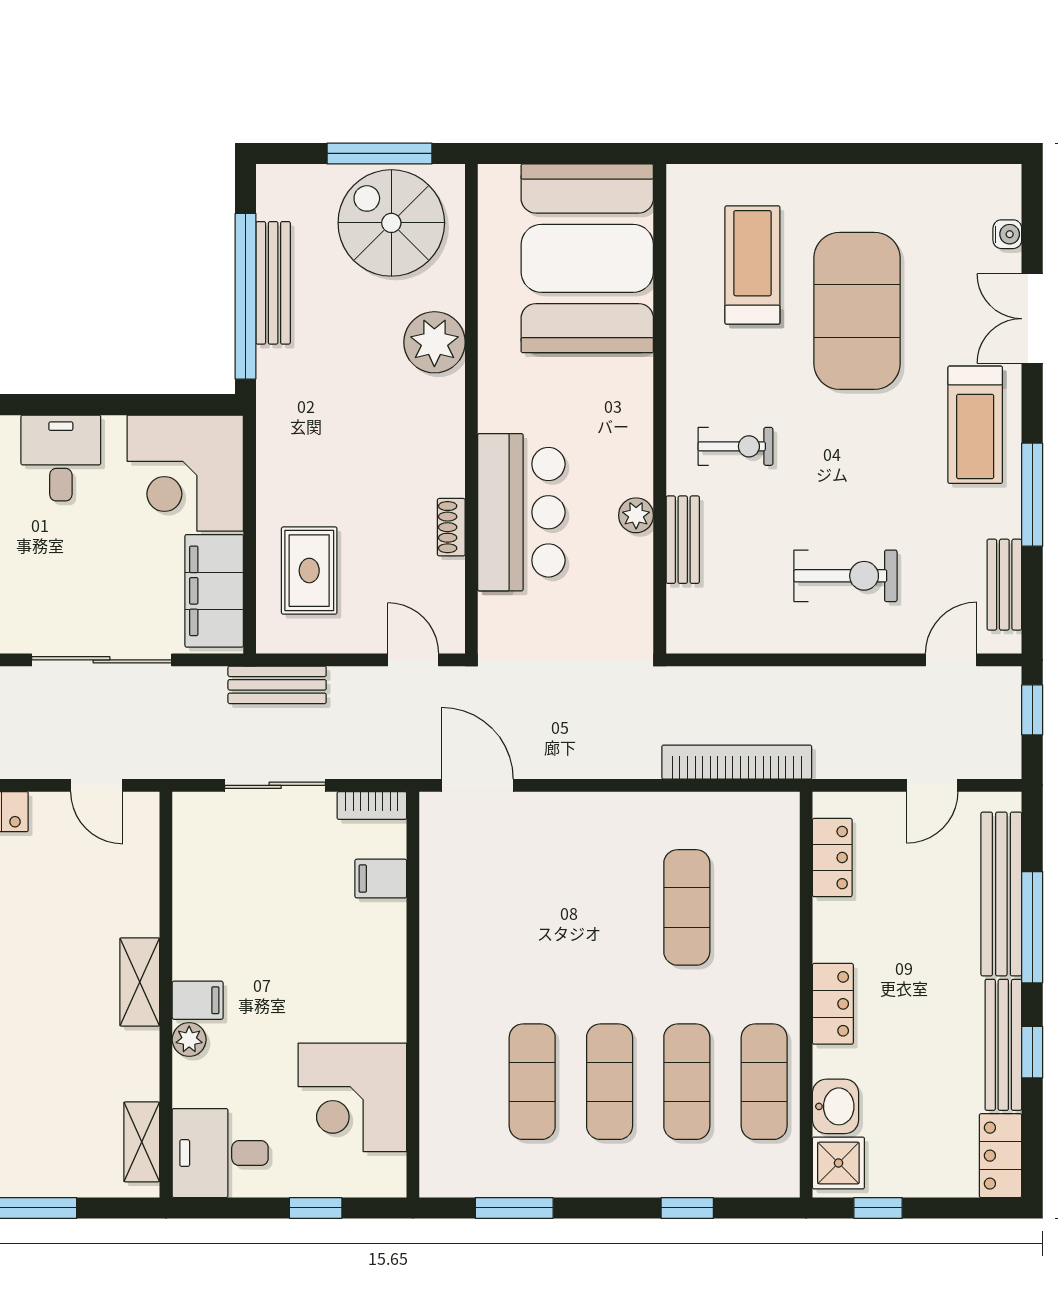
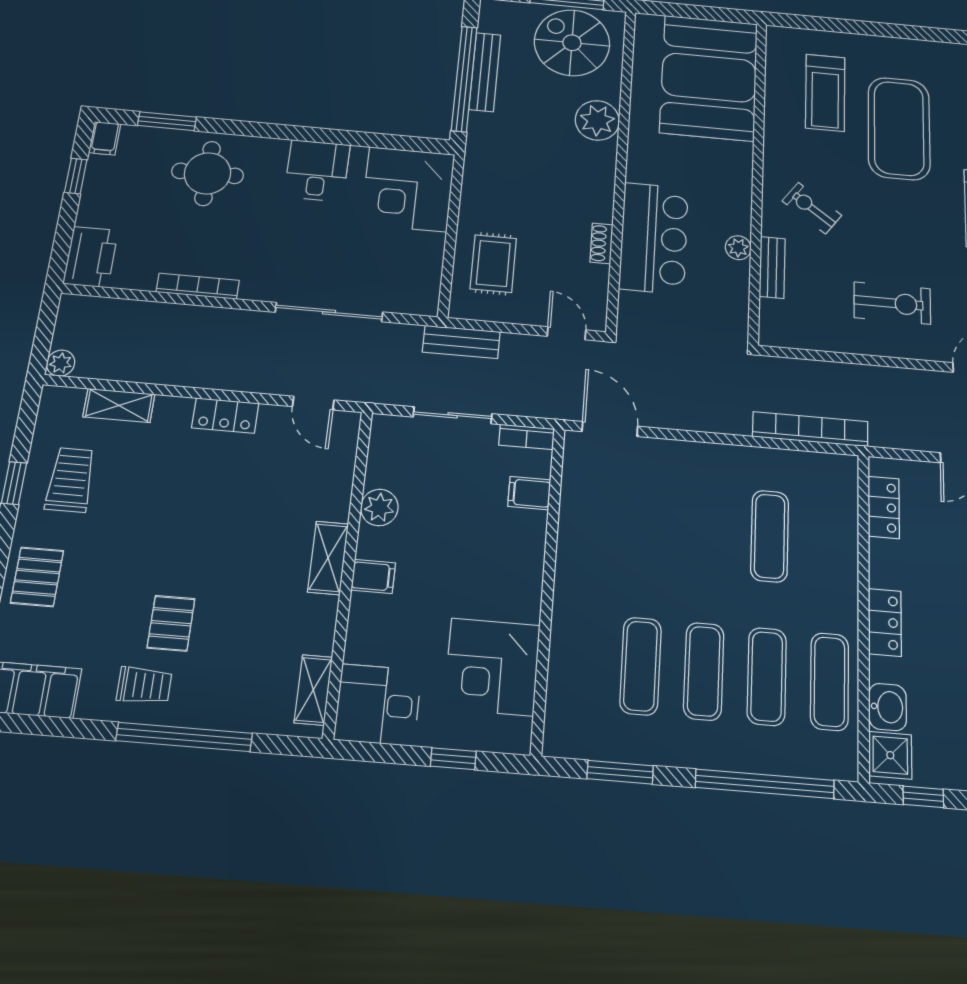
treadmill: (752, 265) -> (825, 93), turned 180
exercise bike: (735, 446) -> (812, 208), turned -144
filing cabinet: (214, 591) -> (420, 271), removed
plant: (189, 1040) -> (379, 507), moved, width x1.38, depth x1.38
window: (687, 1208) -> (765, 784), width x3.17

